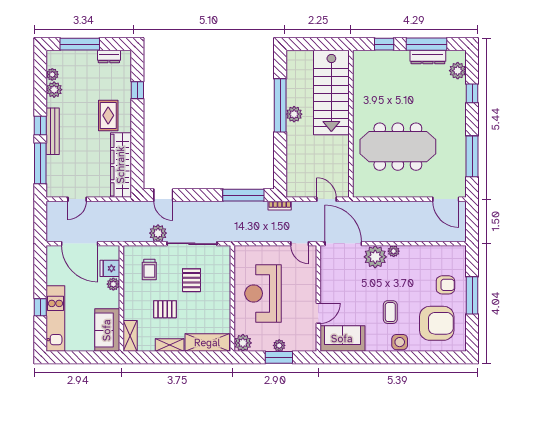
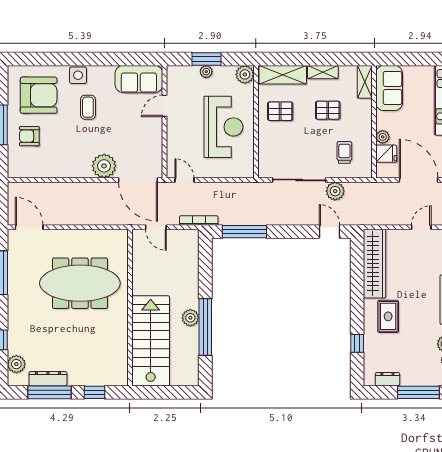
bookcase: (280, 206) -> (199, 220), width x1.56
plant: (394, 251) -> (85, 172), removed
pallet: (192, 280) -> (280, 111), moved, turned 90
armchair: (437, 323) -> (39, 95), turned 180

